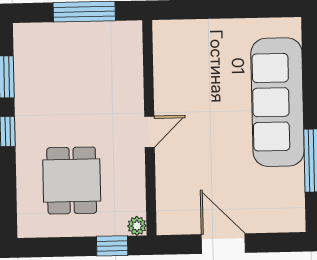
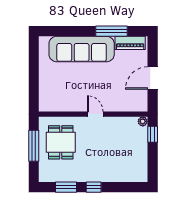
dining table: (72, 180) -> (61, 142), moved, turned 90
piano: (292, 198) -> (130, 43), added

